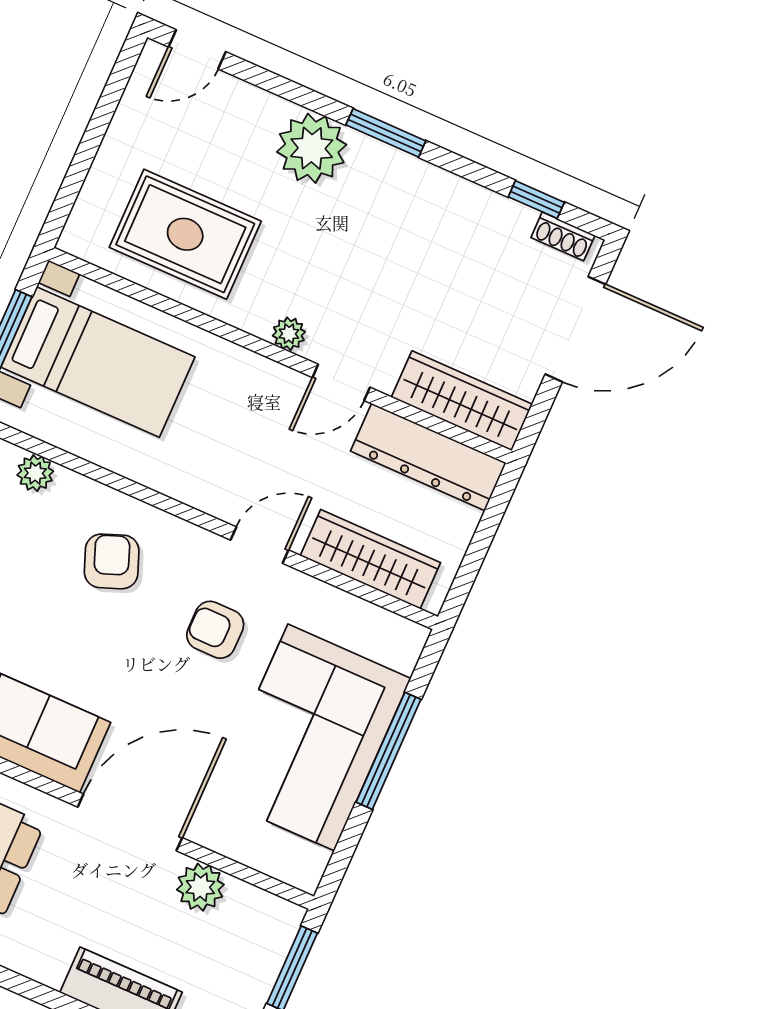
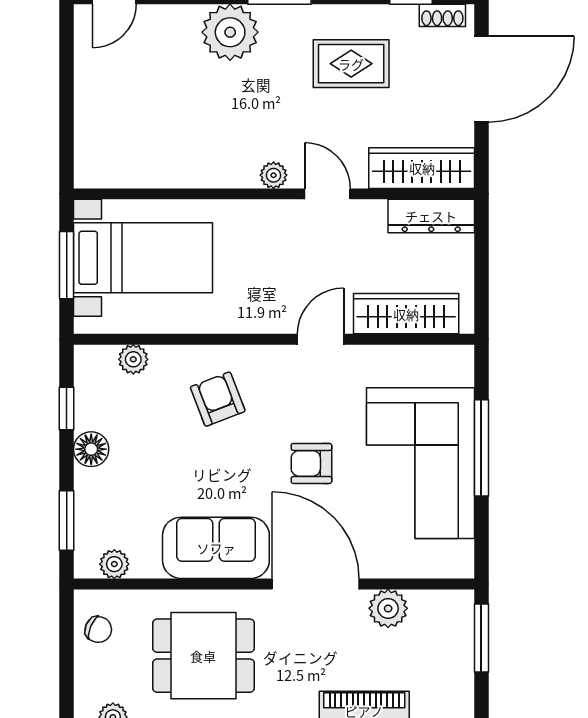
rug: (185, 234) -> (351, 64), moved, width x0.73, depth x0.70
door: (341, 382) -> (327, 194), swing flipped
dresser: (428, 457) -> (431, 216), width x0.73, depth x0.80
armchair: (215, 630) -> (311, 463), moved
door: (130, 822) -> (316, 584), hinge flipped

